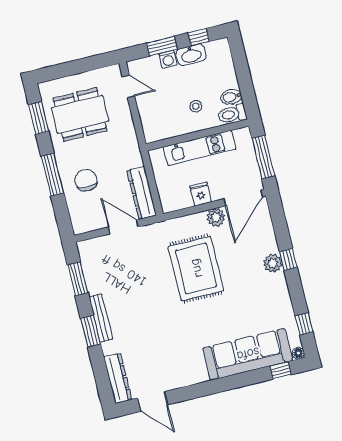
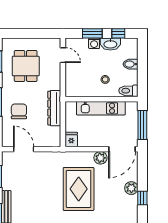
bidet: (231, 97) -> (130, 64), moved
dining table: (80, 114) -> (26, 66), width x0.73
dresser: (142, 193) -> (54, 108), moved
fridge: (201, 194) -> (71, 140), moved
door: (123, 227) -> (24, 149), moved
plant: (273, 263) -> (131, 188), moved

